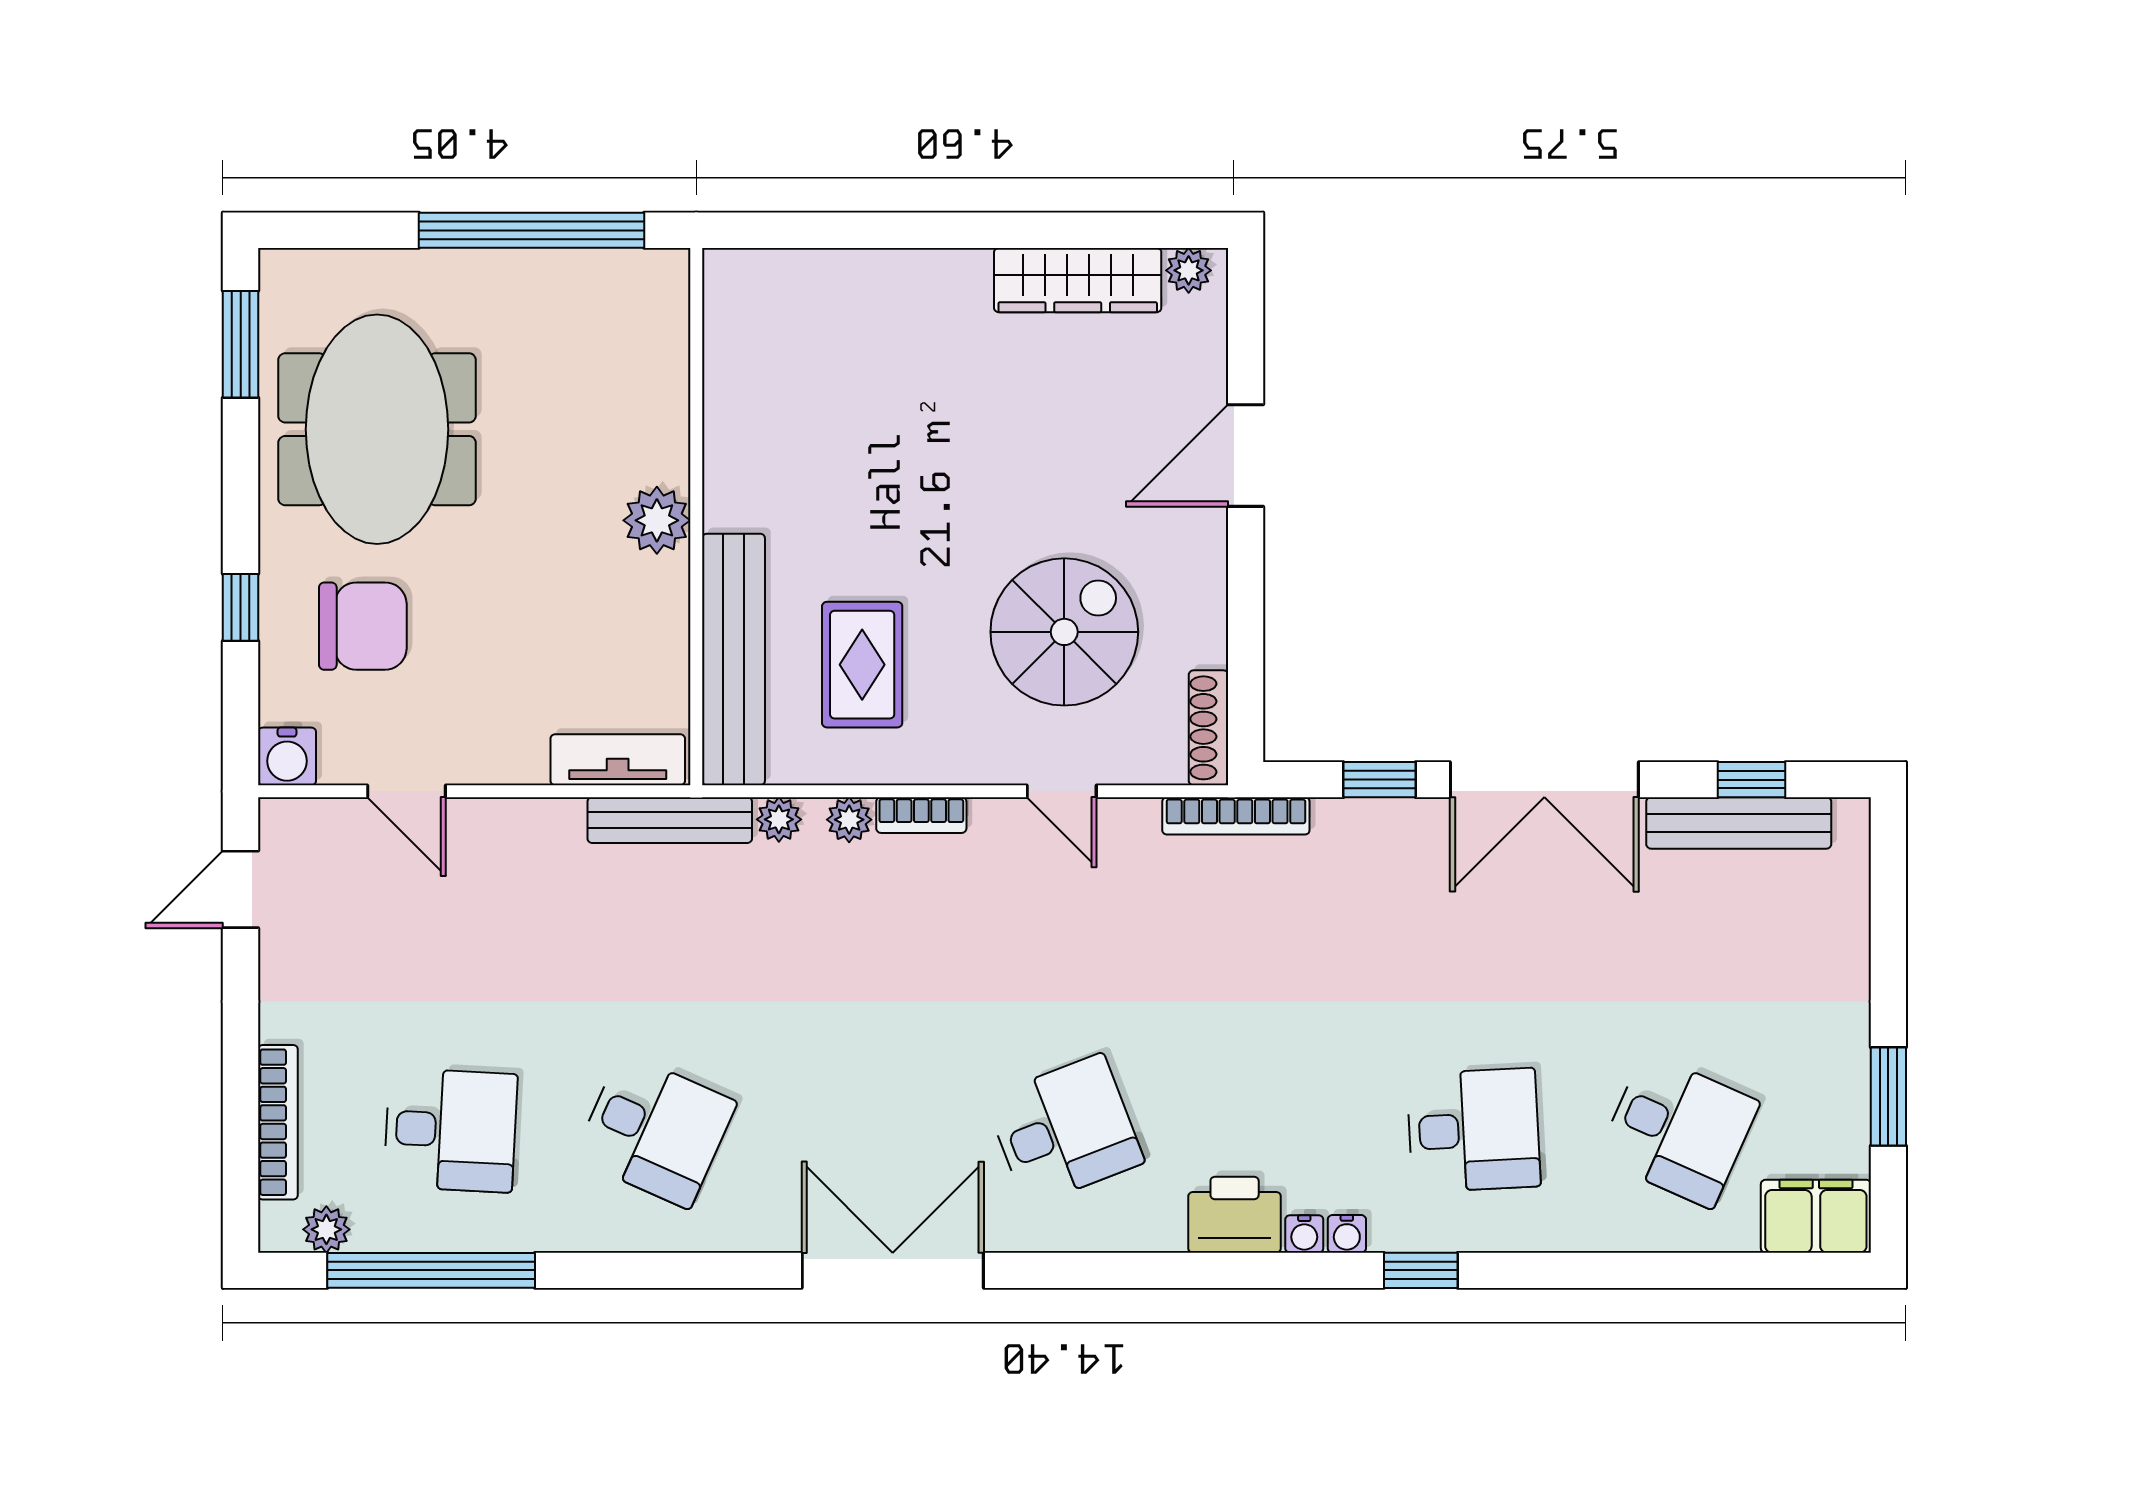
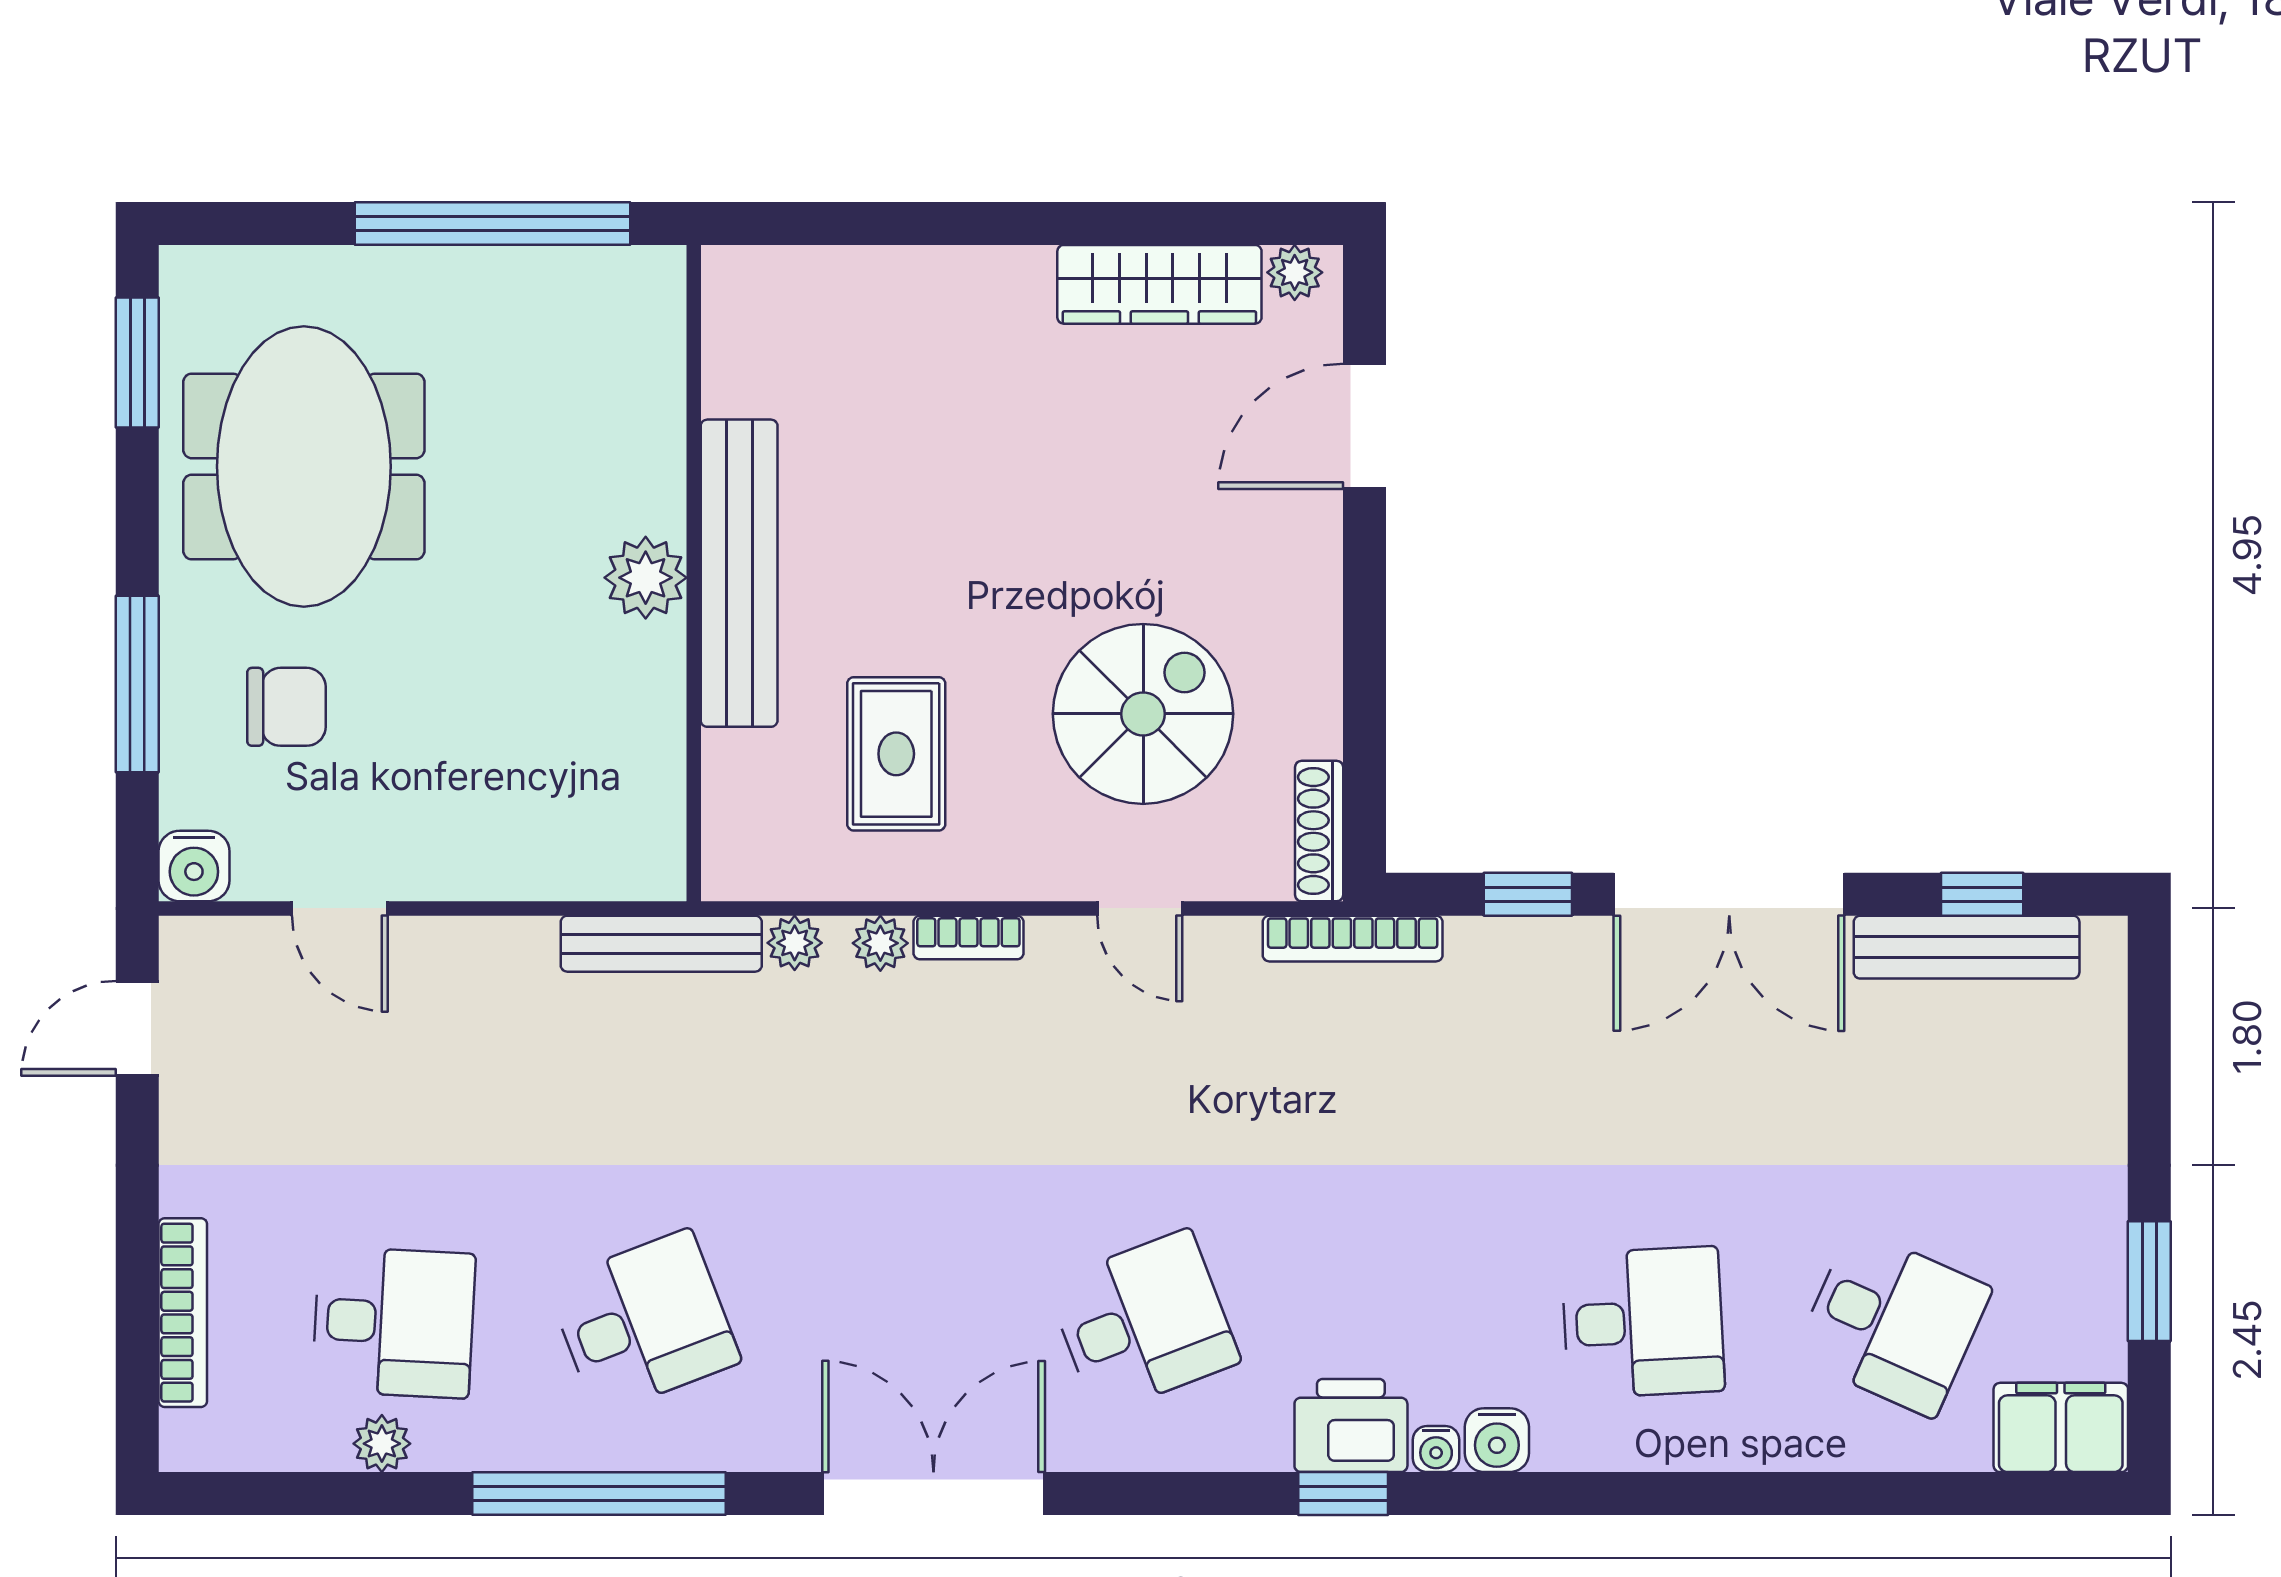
door: (1246, 455) -> (1364, 426), moved
window: (241, 607) -> (137, 684), width x2.17
chair: (363, 626) -> (286, 707), width x0.73, depth x0.73
bench: (733, 659) -> (739, 573), moved
tv unit: (618, 760) -> (598, 870), removed
desk: (655, 1130) -> (644, 1322), turned -45
plant: (326, 1229) -> (382, 1444), moved
water cooler: (1347, 1234) -> (1497, 1440), width x1.38, depth x1.38
window: (431, 1270) -> (599, 1494), moved
window: (1421, 1270) -> (1343, 1494), moved

